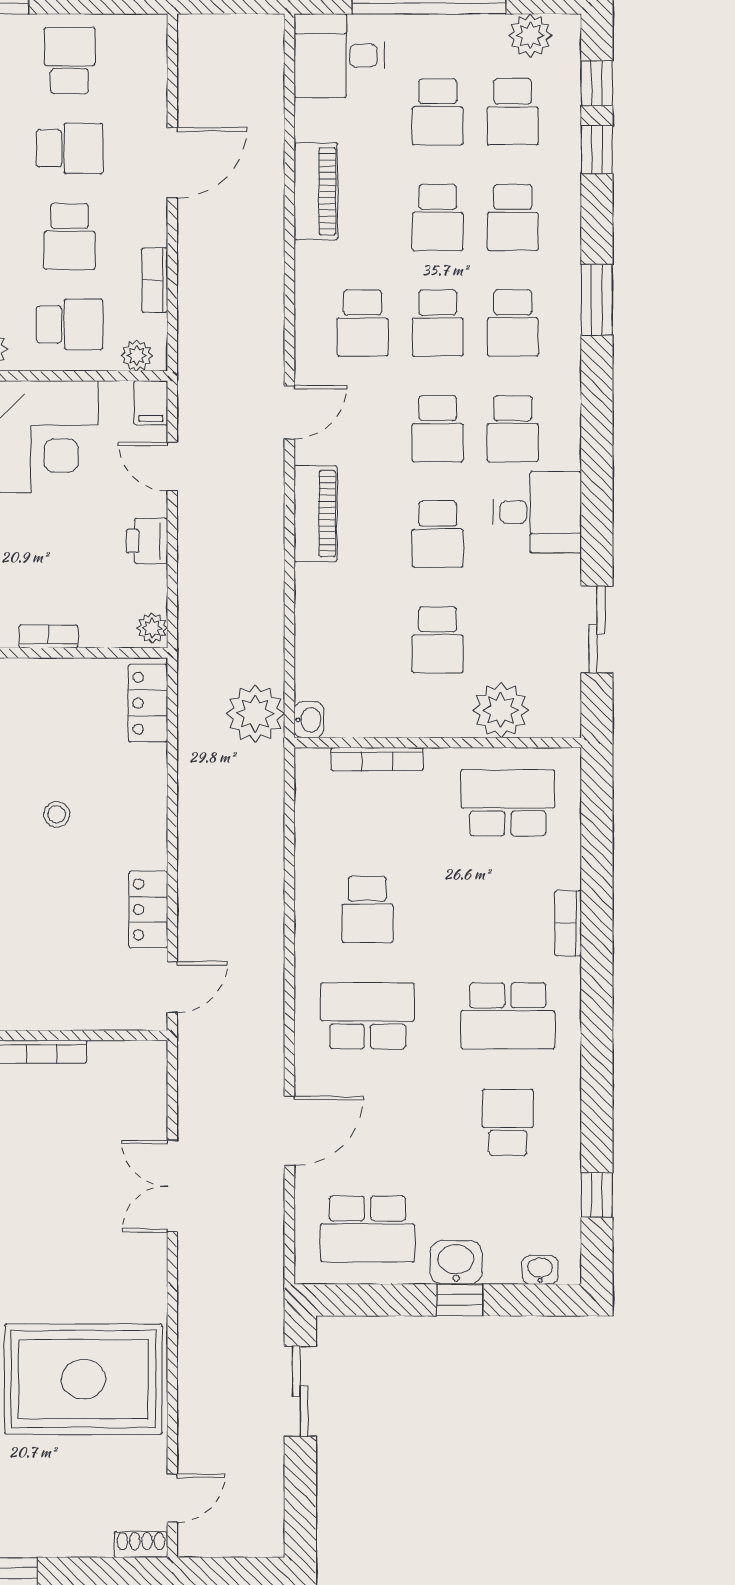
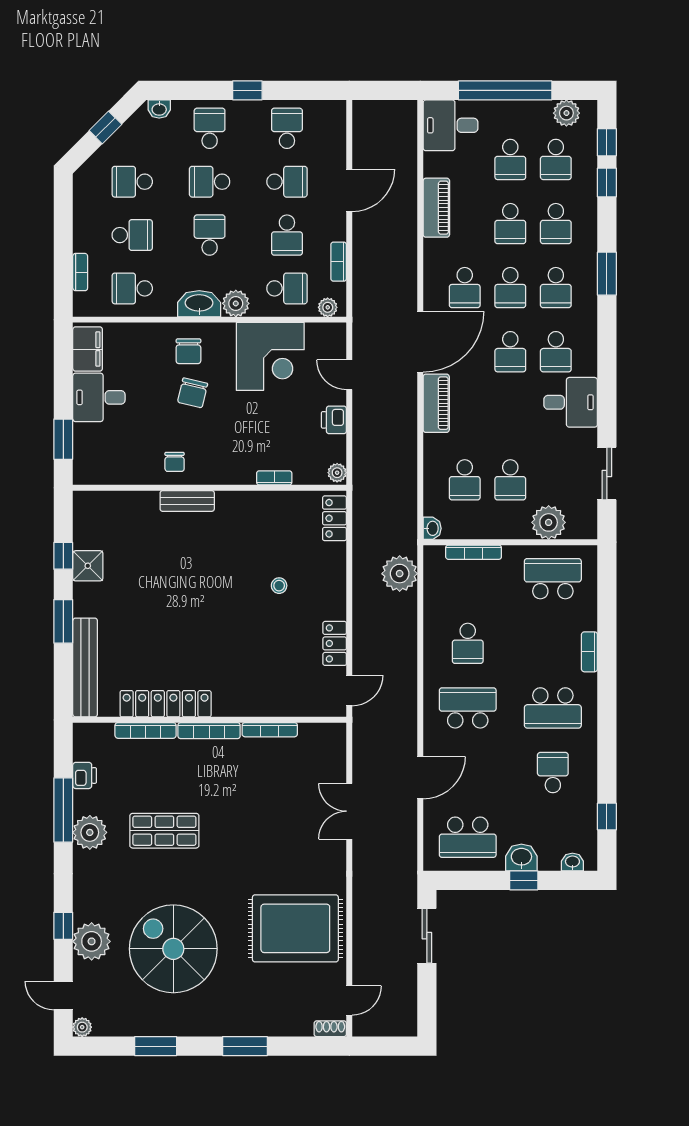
filing cabinet: (151, 403) -> (336, 336), removed
door: (289, 412) -> (420, 342), width x1.88
school desk: (438, 534) -> (465, 480), moved
plant: (255, 714) -> (400, 574), moved

